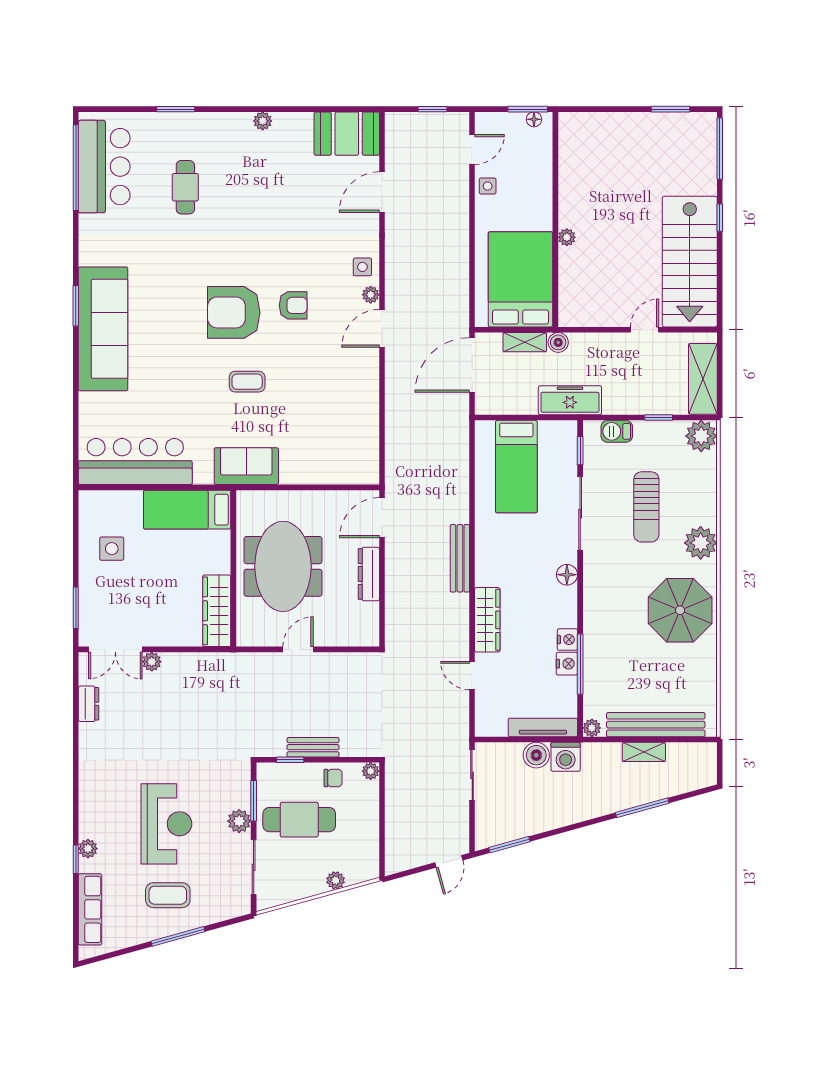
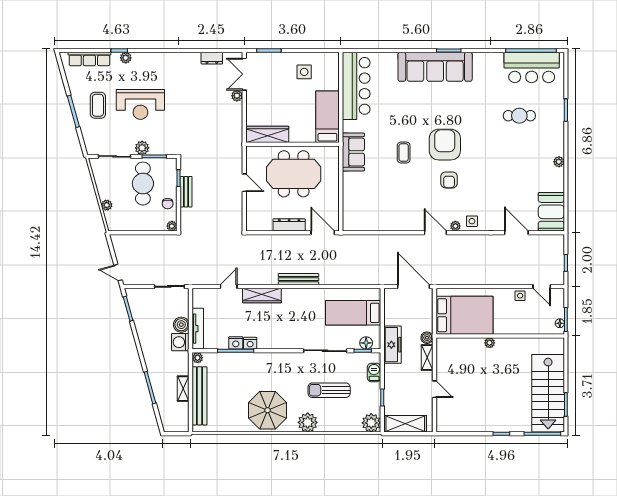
stairs: (690, 262) -> (548, 393), moved, turned -90
shelving: (525, 342) -> (427, 358), moved
floor lamp: (567, 575) -> (366, 343), moved

